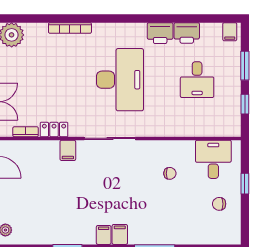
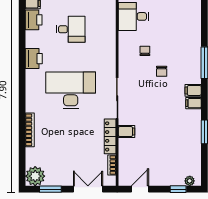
printer: (187, 33) -> (34, 20), moved
locker: (54, 129) -> (110, 136), width x1.53
chair: (219, 204) -> (162, 71), moved

